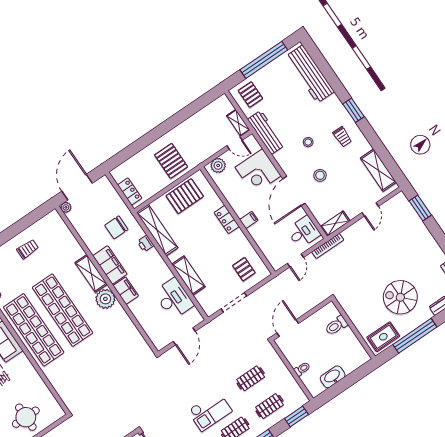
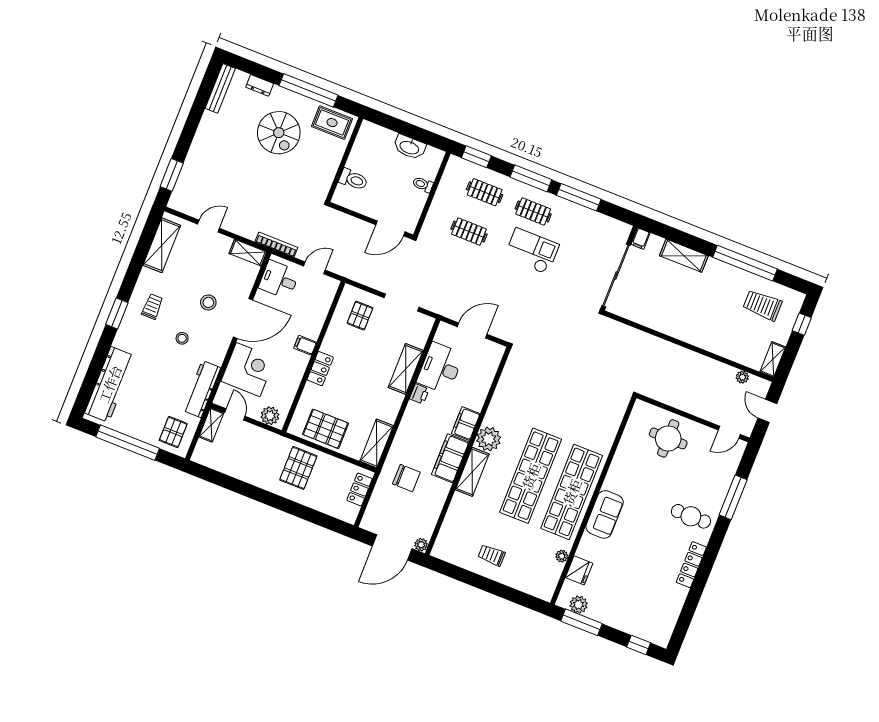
shelving: (157, 230) -> (377, 443), width x0.68
printer: (146, 243) -> (419, 394), moved

